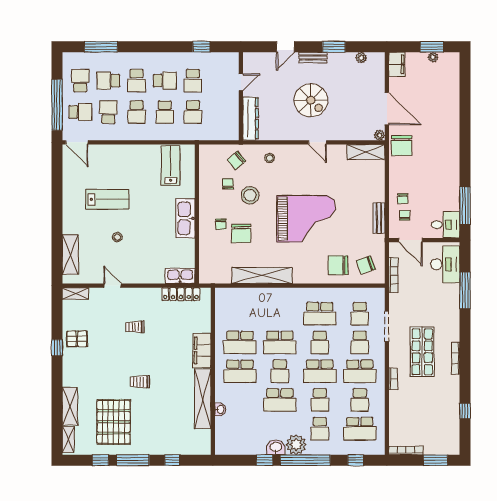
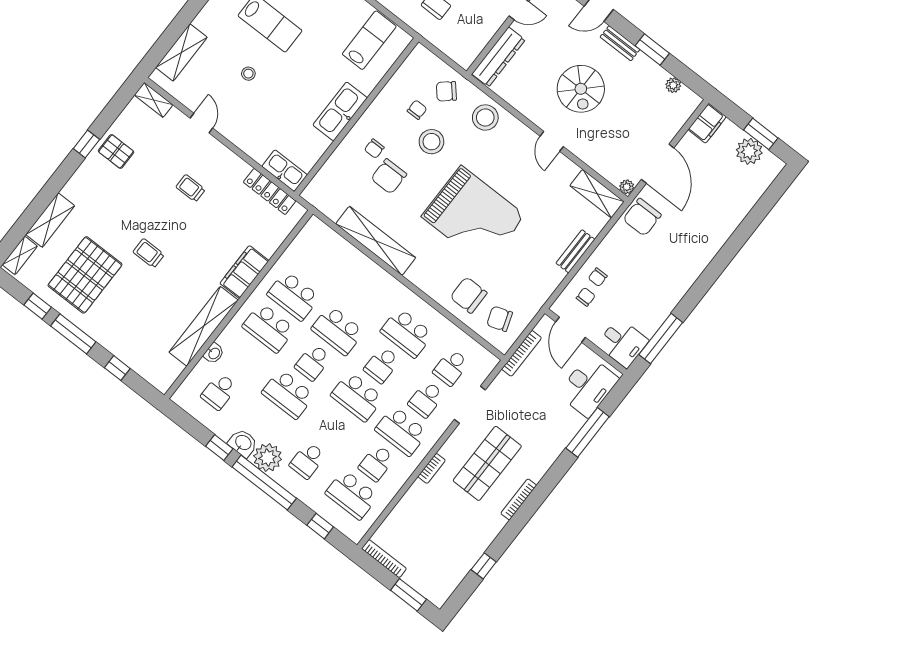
plant: (433, 57) -> (749, 151), width x1.87, depth x1.87
stool: (270, 158) -> (485, 117), width x1.89, depth x1.89
bench: (379, 218) -> (575, 251), moved
school desk: (320, 400) -> (219, 391), moved

